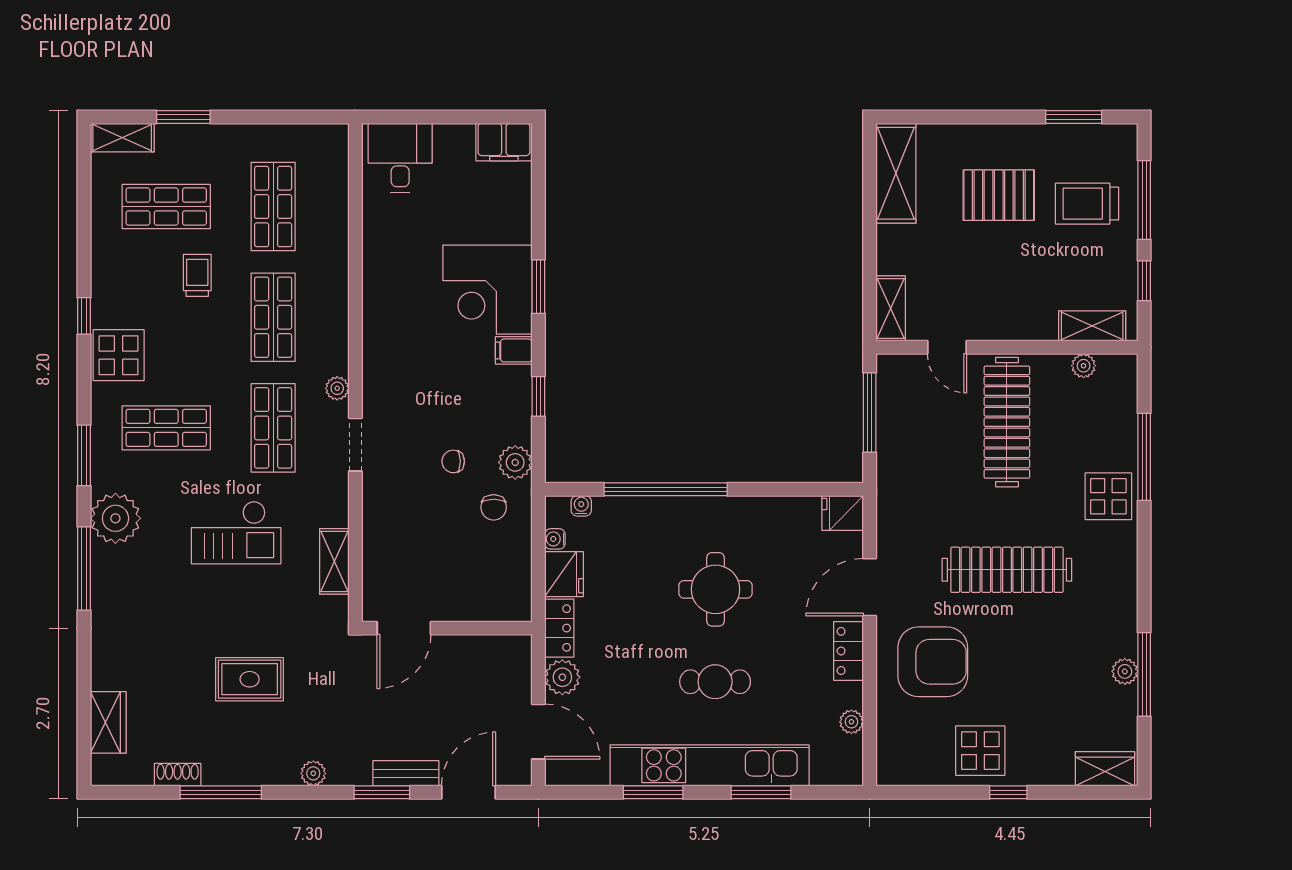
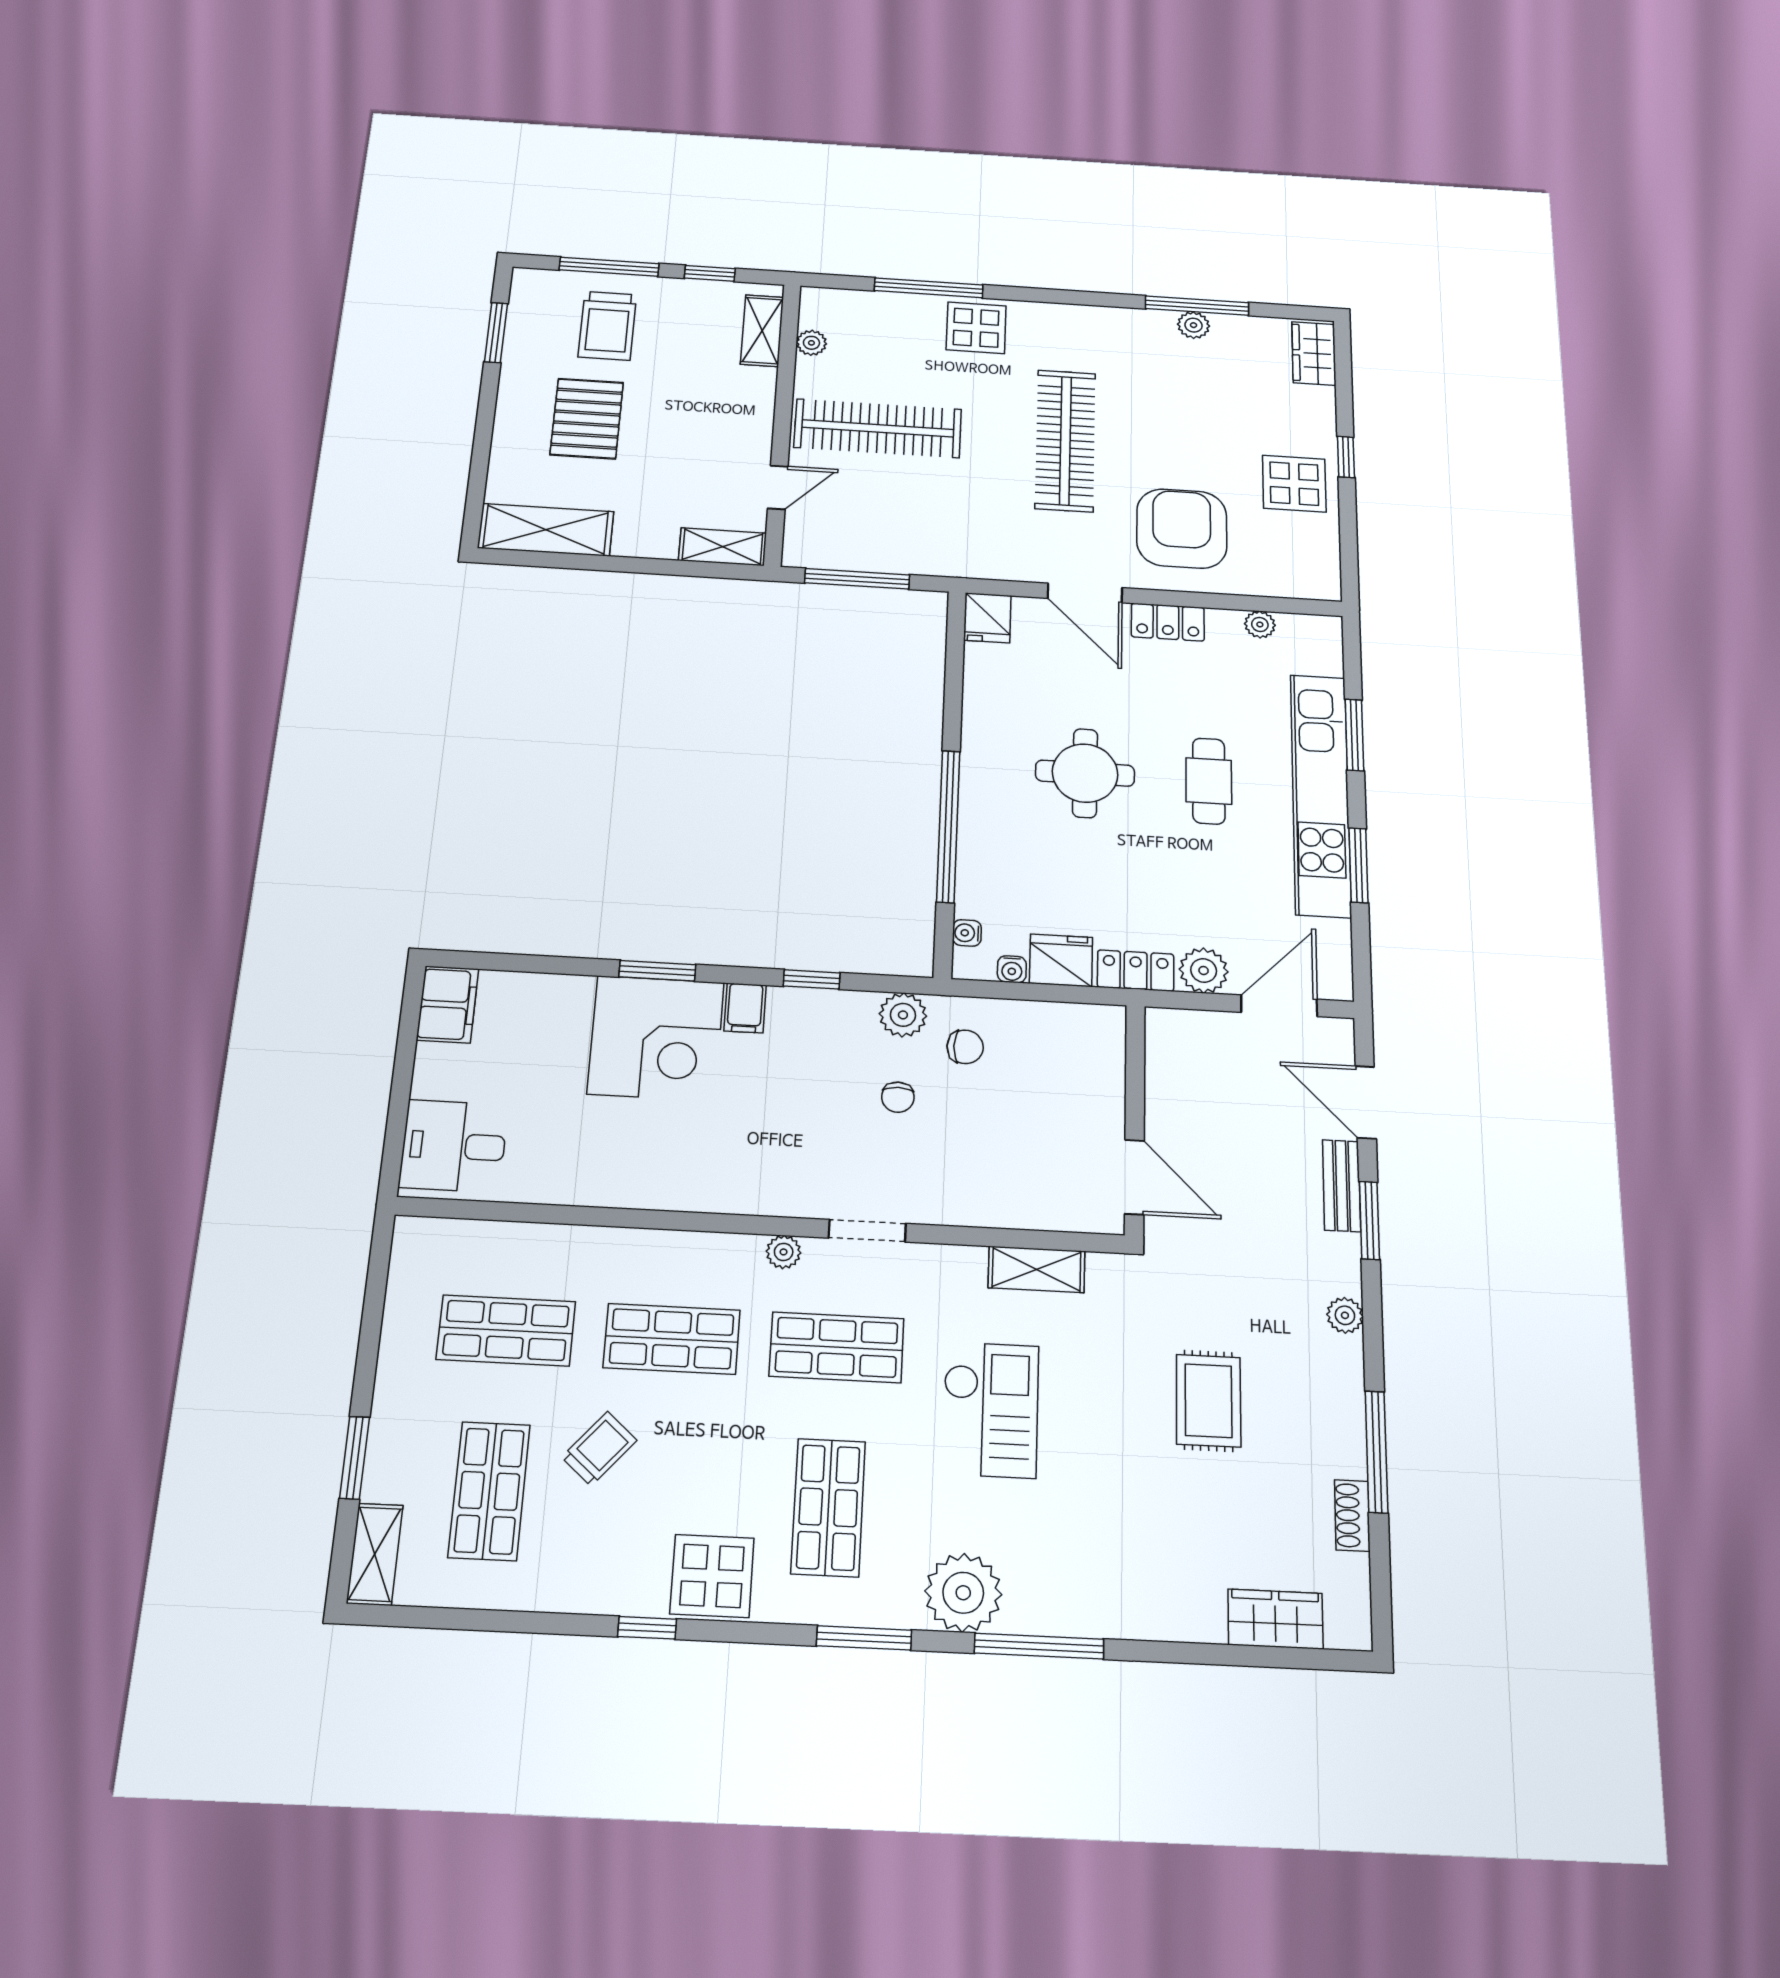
trolley: (197, 275) -> (599, 1449), turned 131

